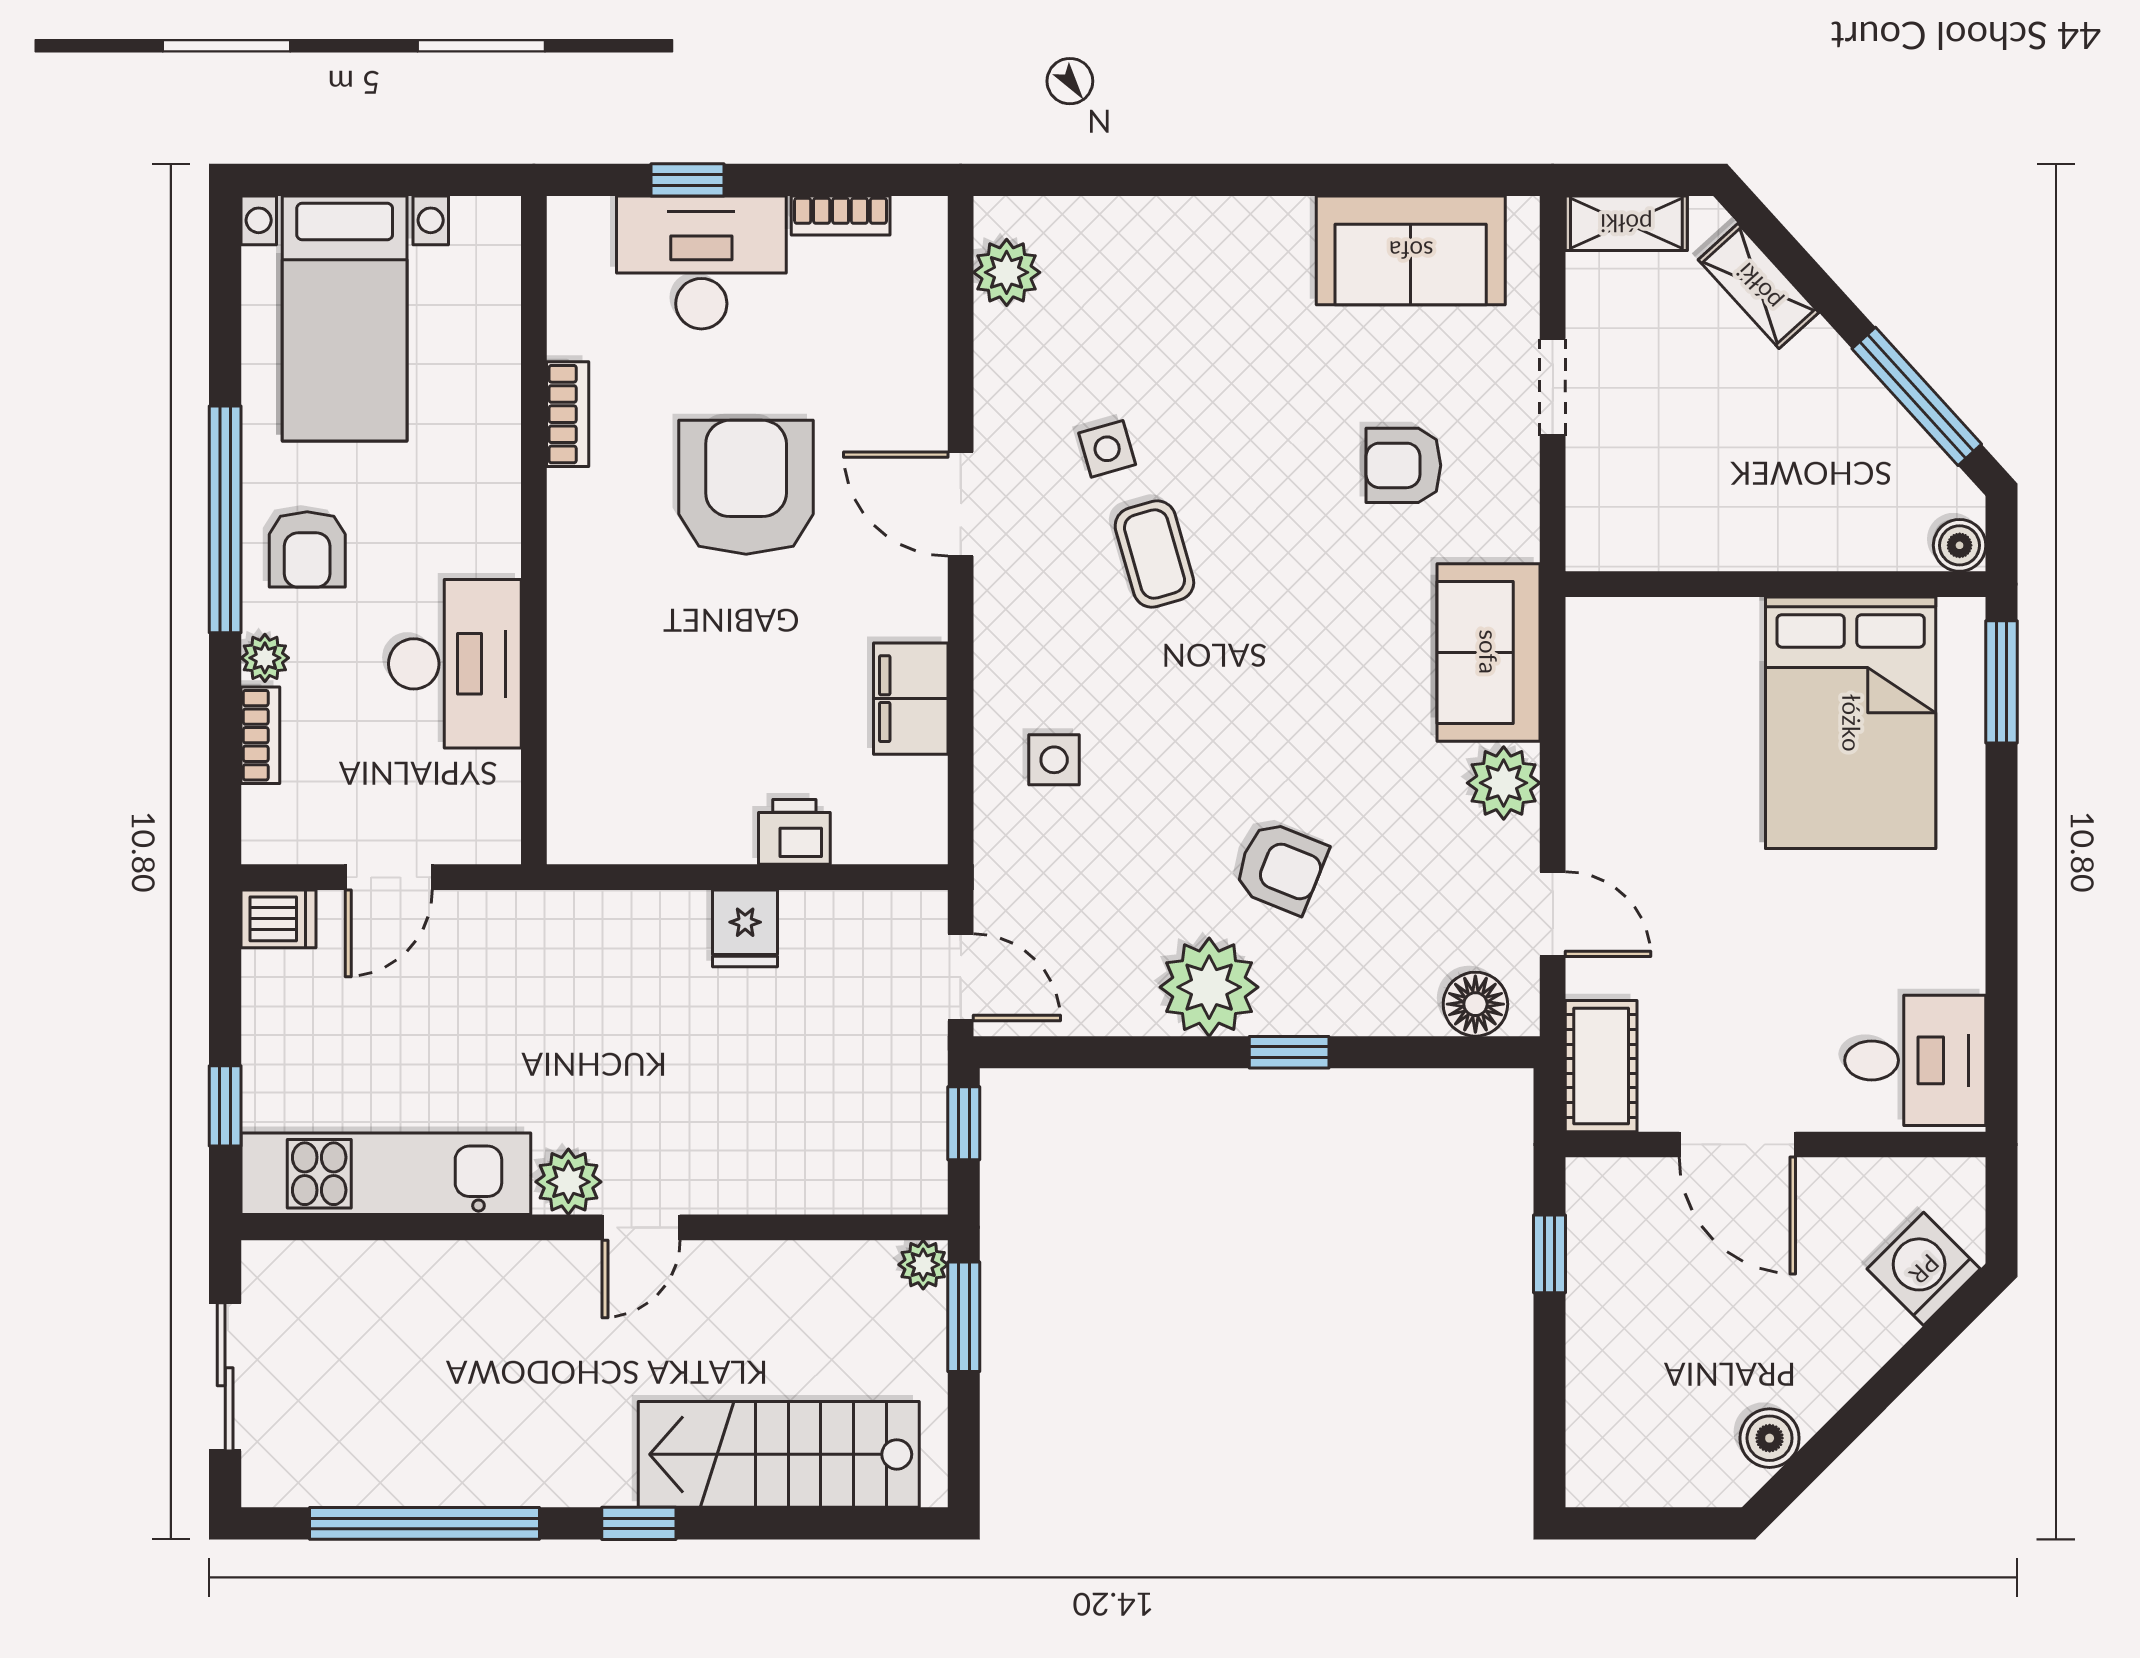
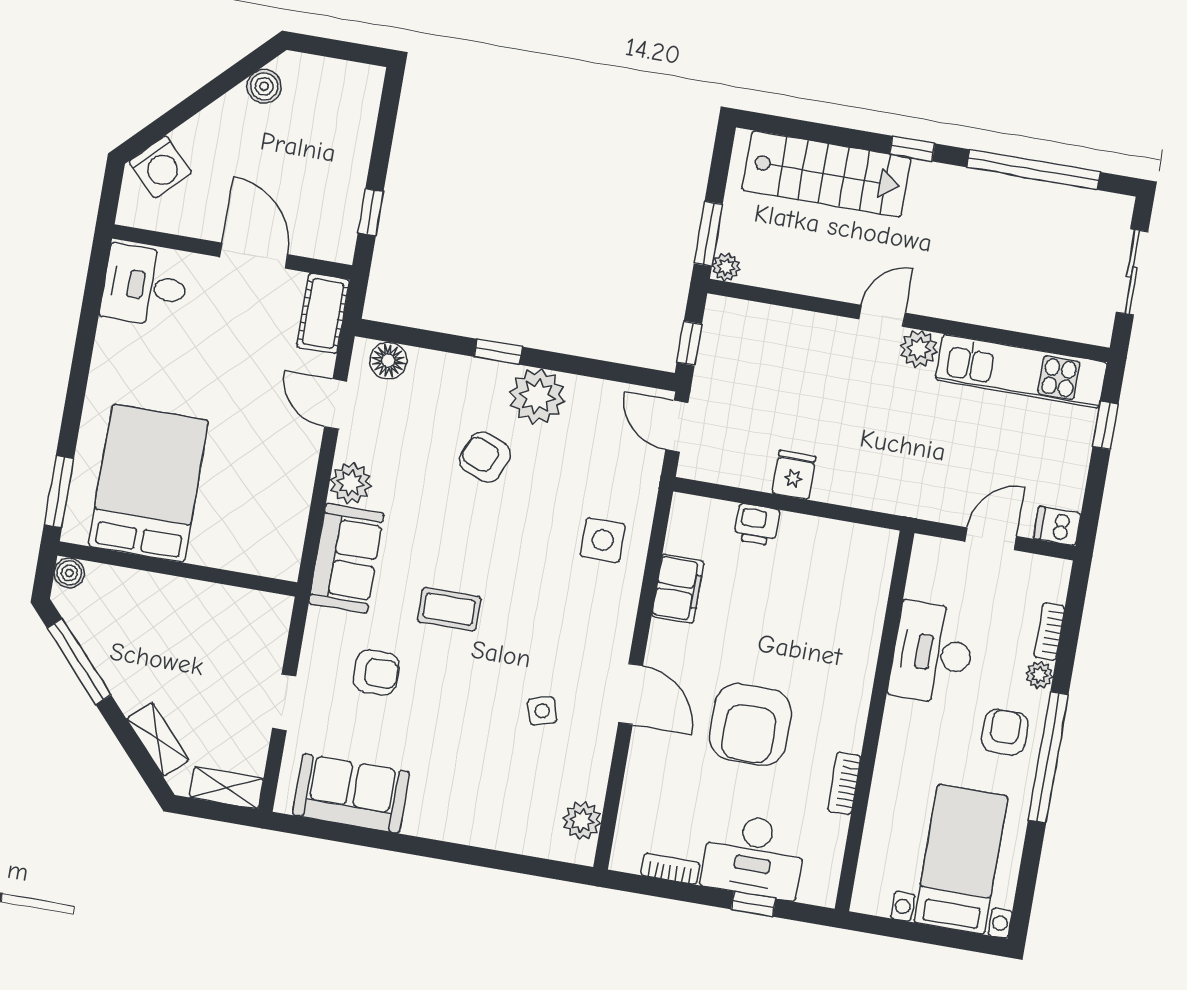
coffee table: (1154, 554) -> (449, 609), moved, turned -74
side table: (1054, 760) -> (603, 540), width x1.37, depth x1.37

